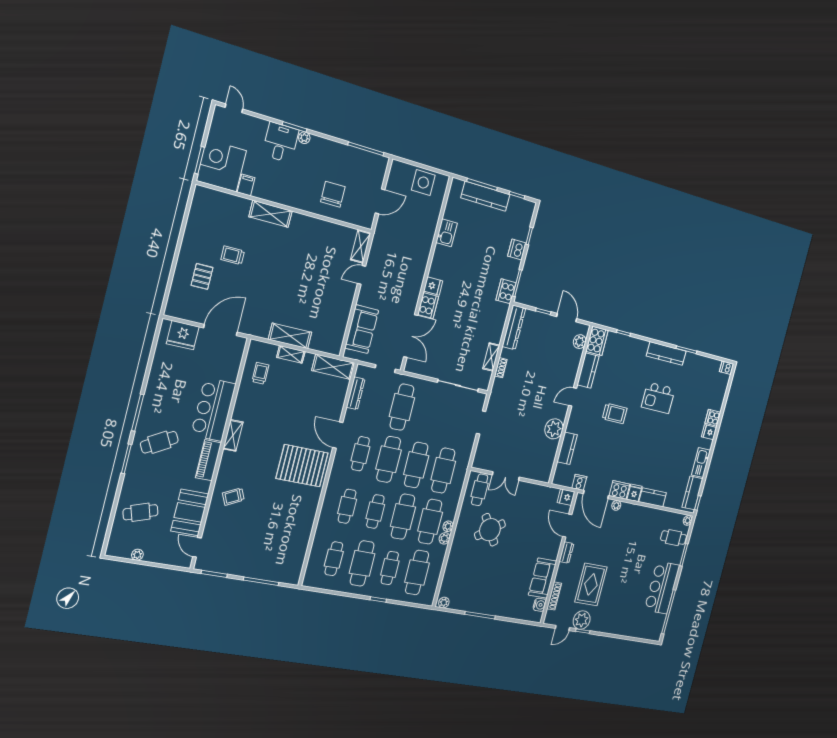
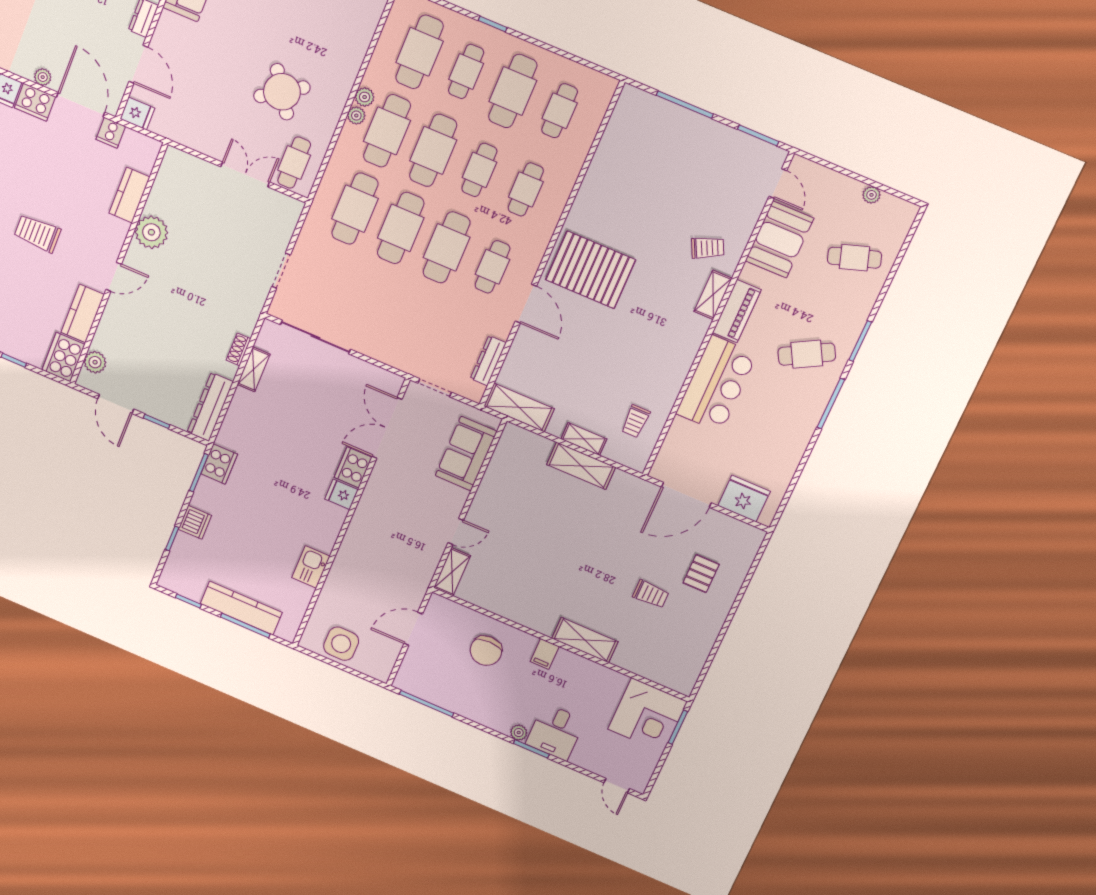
filing cabinet: (246, 185) -> (545, 654), moved
cafe table: (402, 407) -> (414, 324), removed
shelving: (233, 435) -> (713, 295), moved

